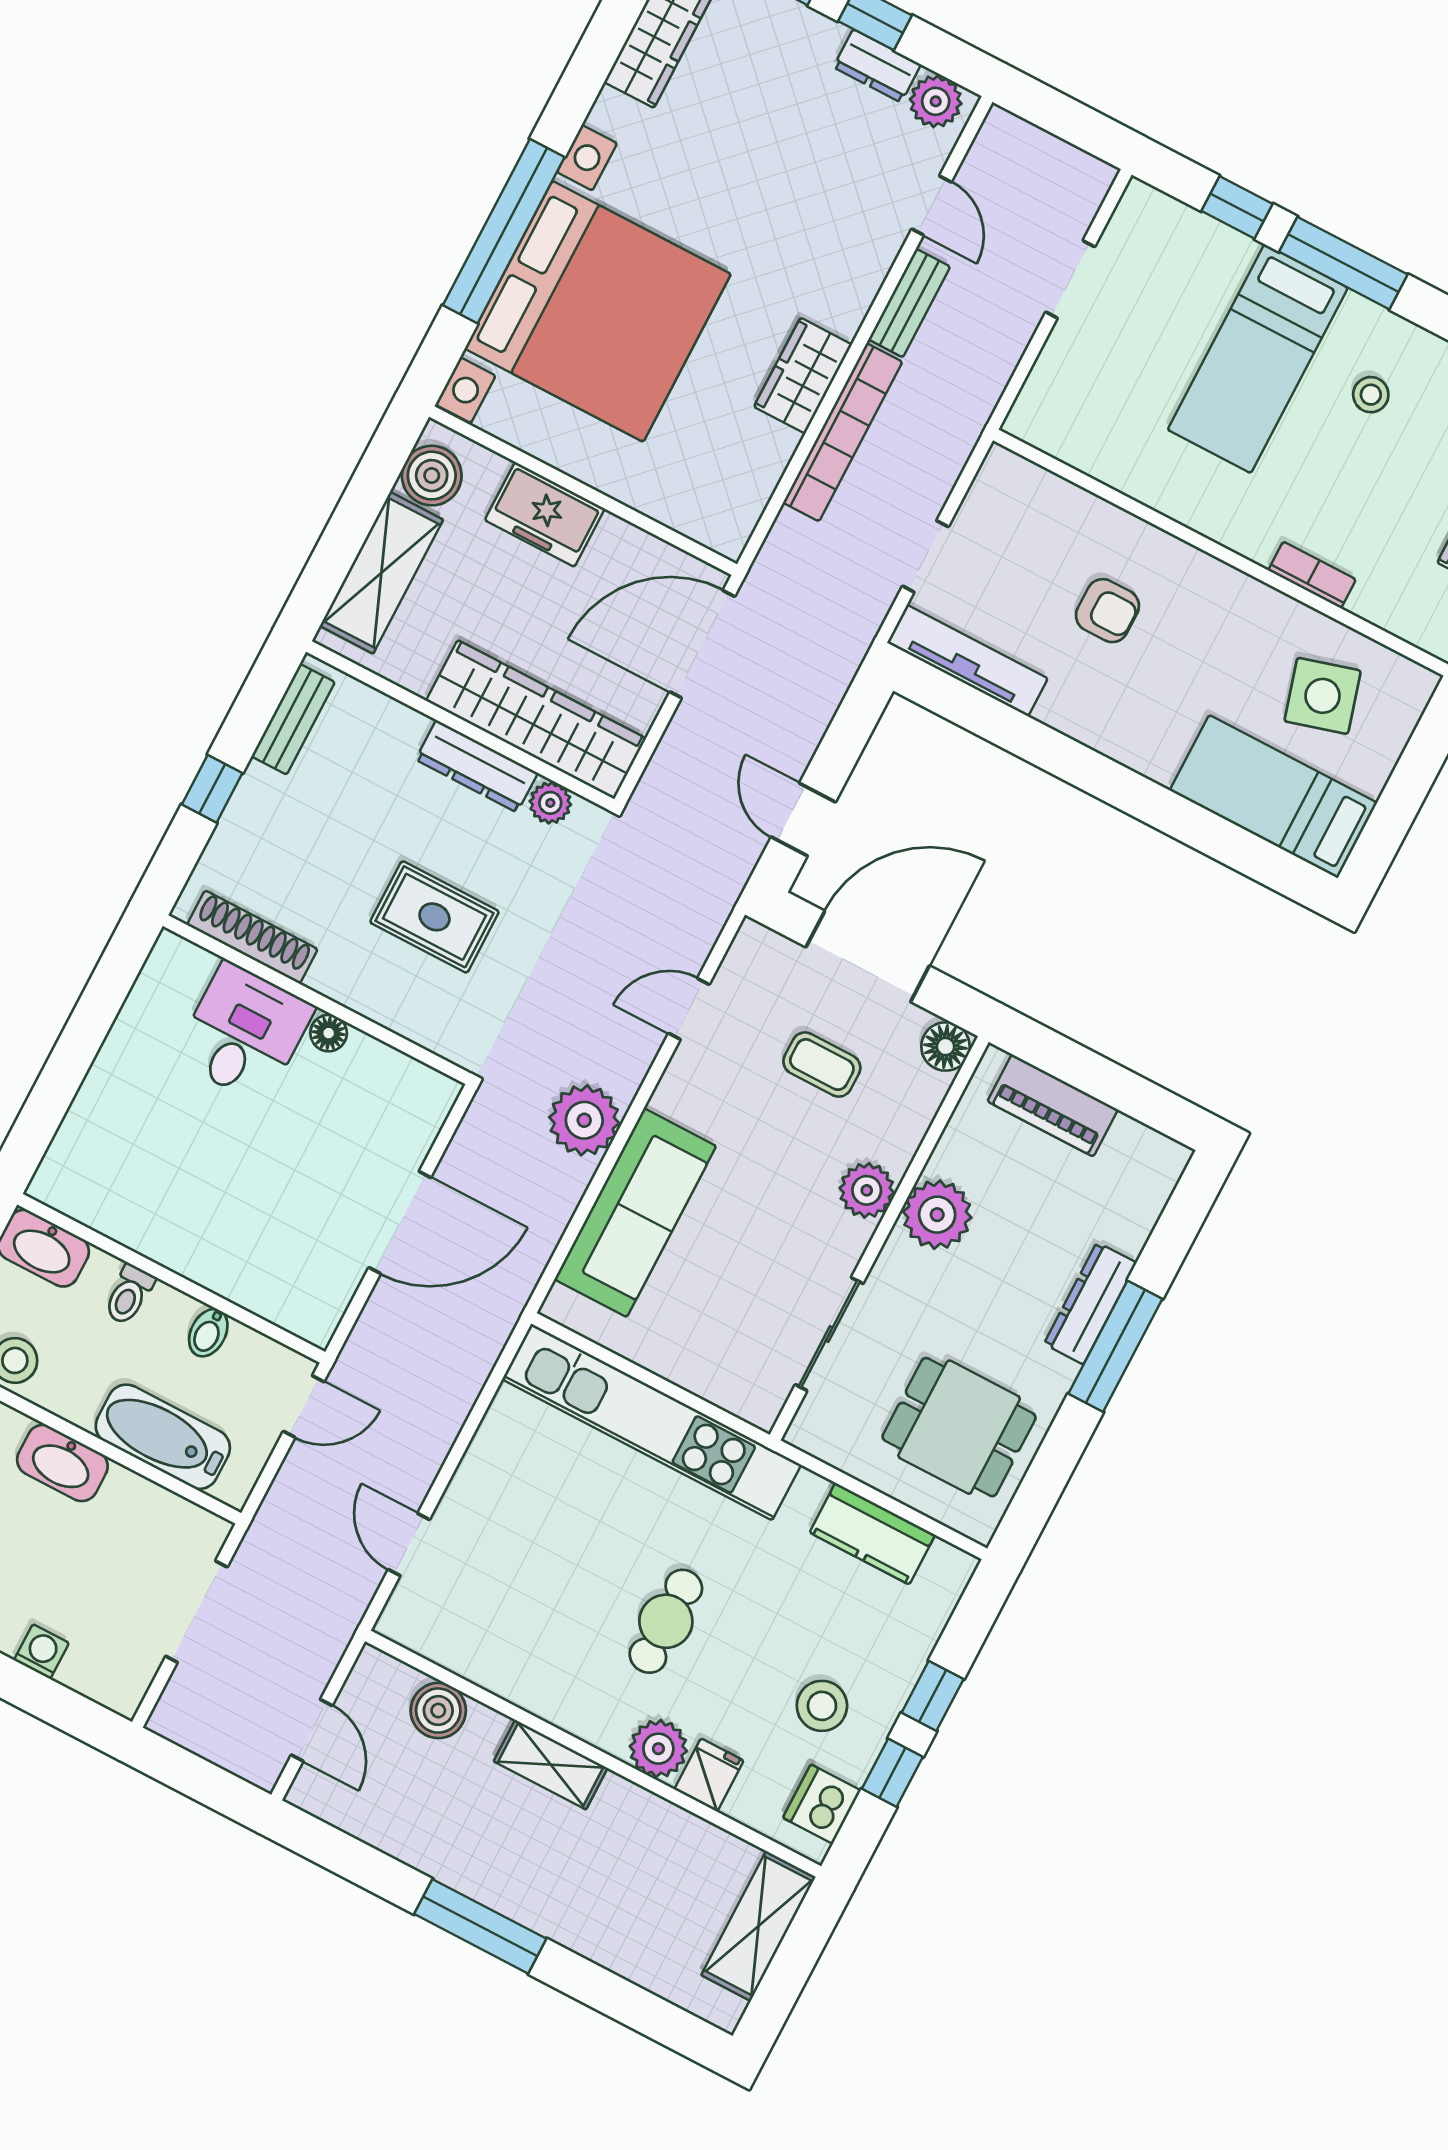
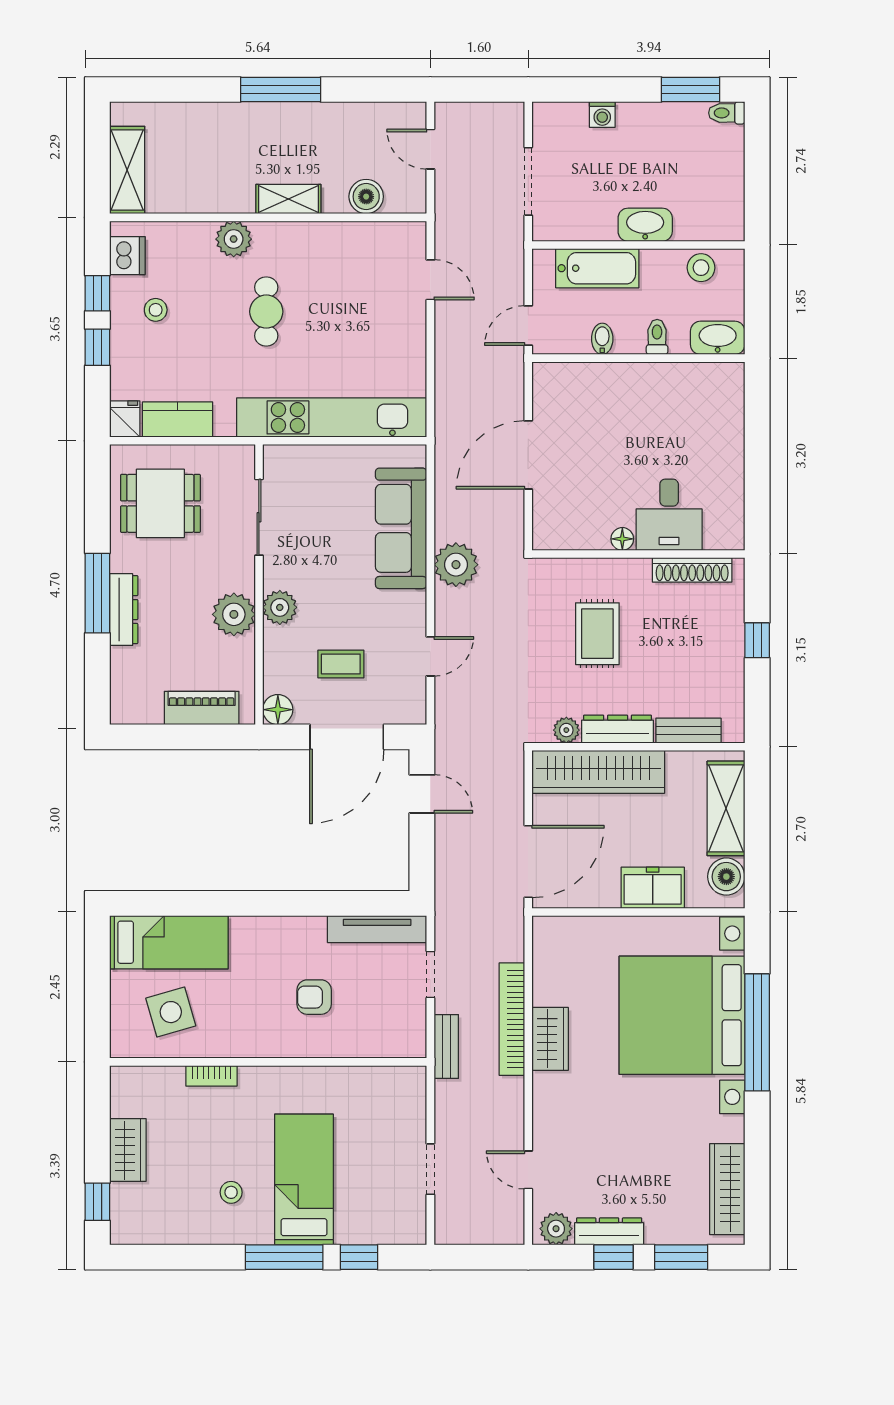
dresser: (877, 66) -> (609, 1231), width x1.44
bench: (909, 303) -> (446, 1047), moved
bench: (293, 719) -> (688, 731), moved, turned 90
rug: (434, 917) -> (597, 634), turned 90
stool: (822, 1706) -> (156, 310), width x0.73, depth x0.73
fridge: (709, 1775) -> (125, 419), moved, turned 180

